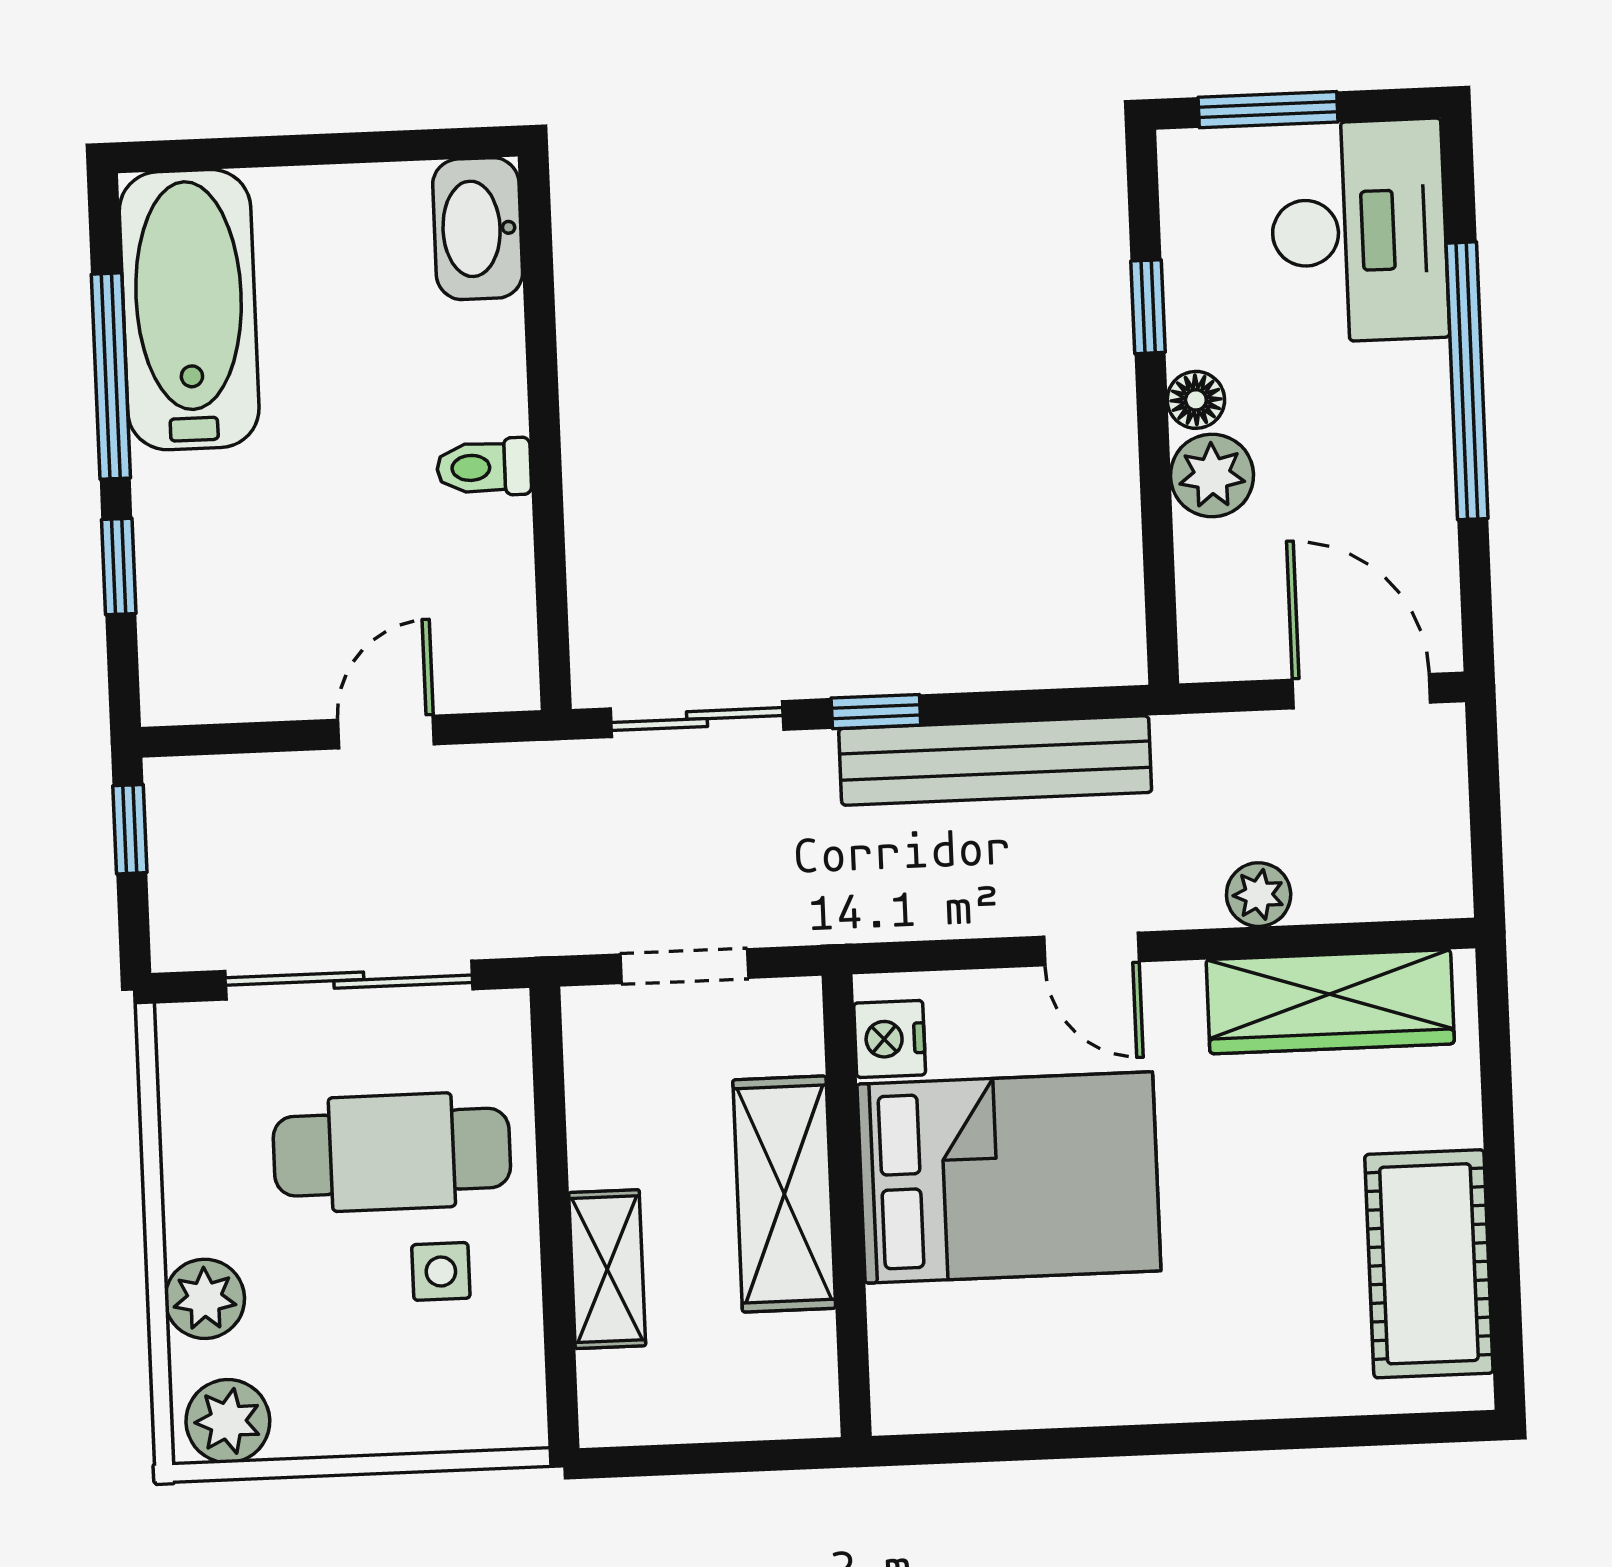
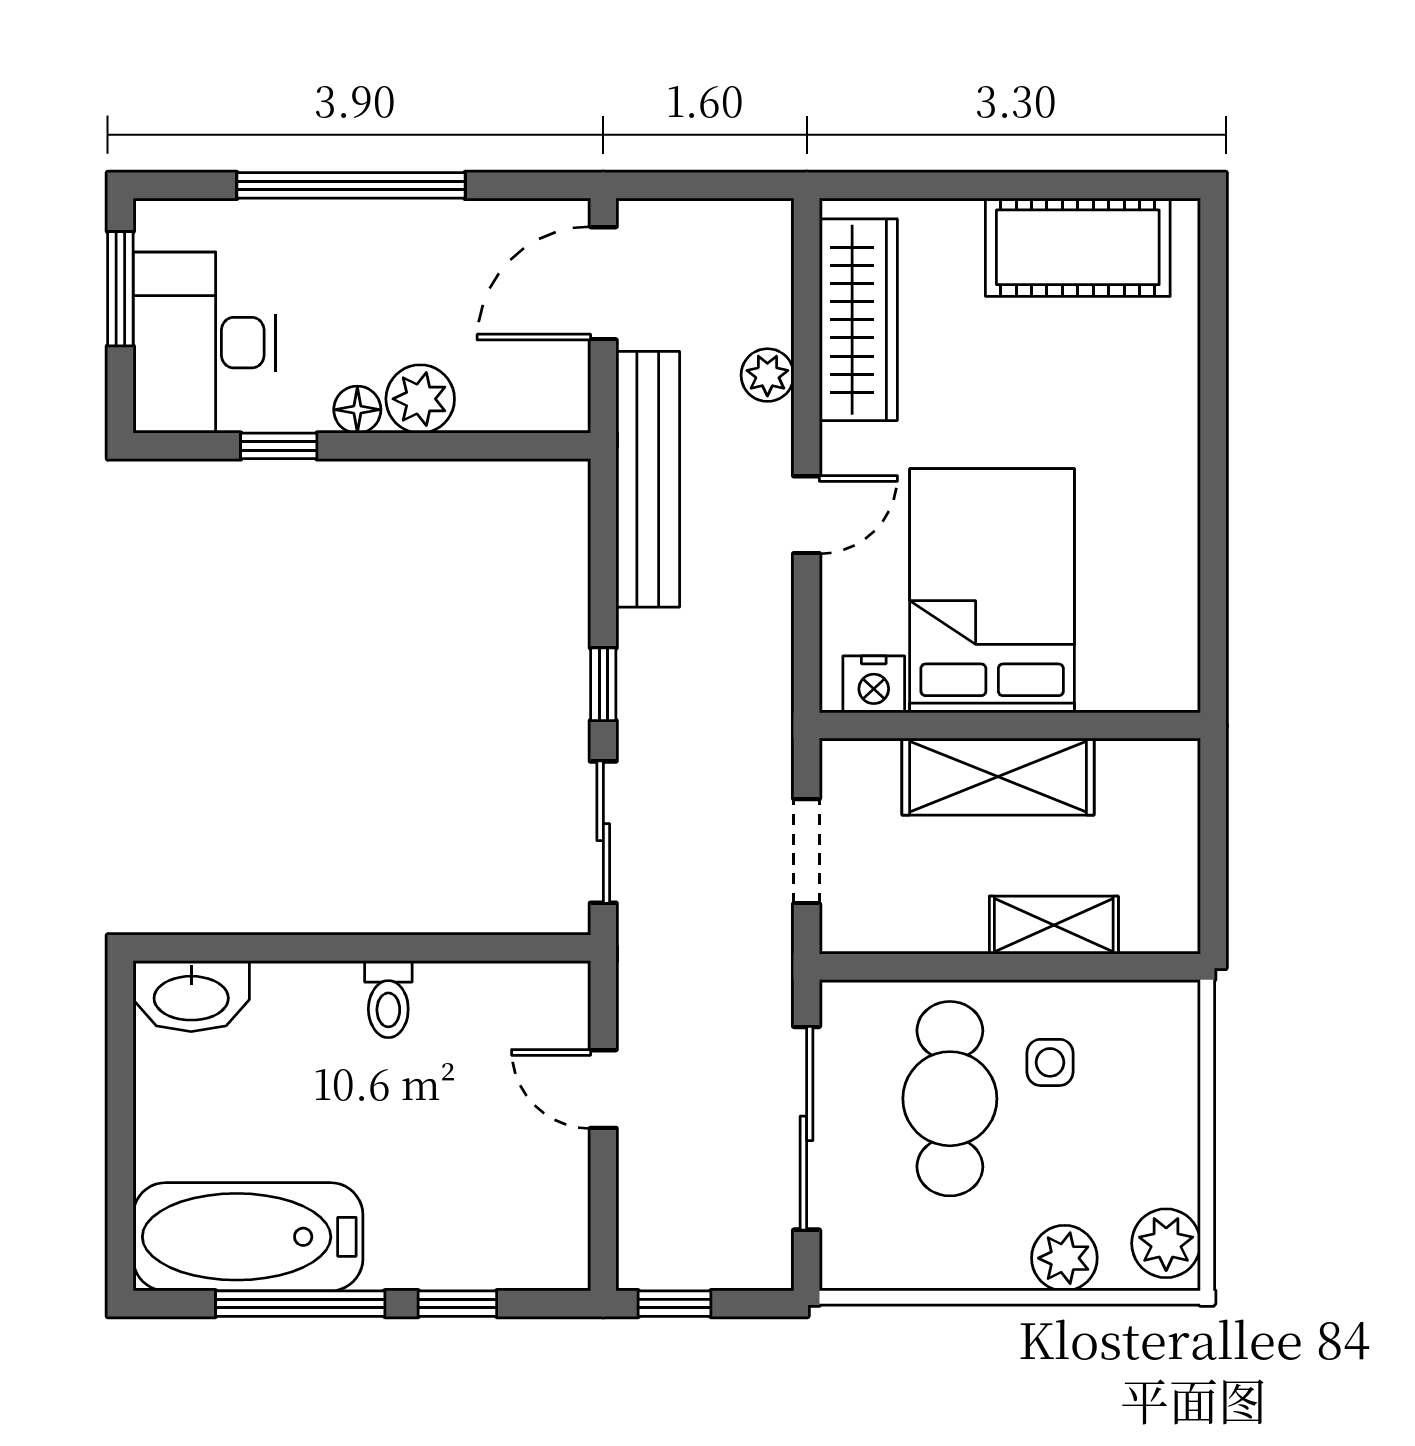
window: (1268, 110) -> (120, 289), moved
desk: (1359, 231) -> (204, 343), moved, turned -90
bench: (995, 761) -> (648, 479), moved

